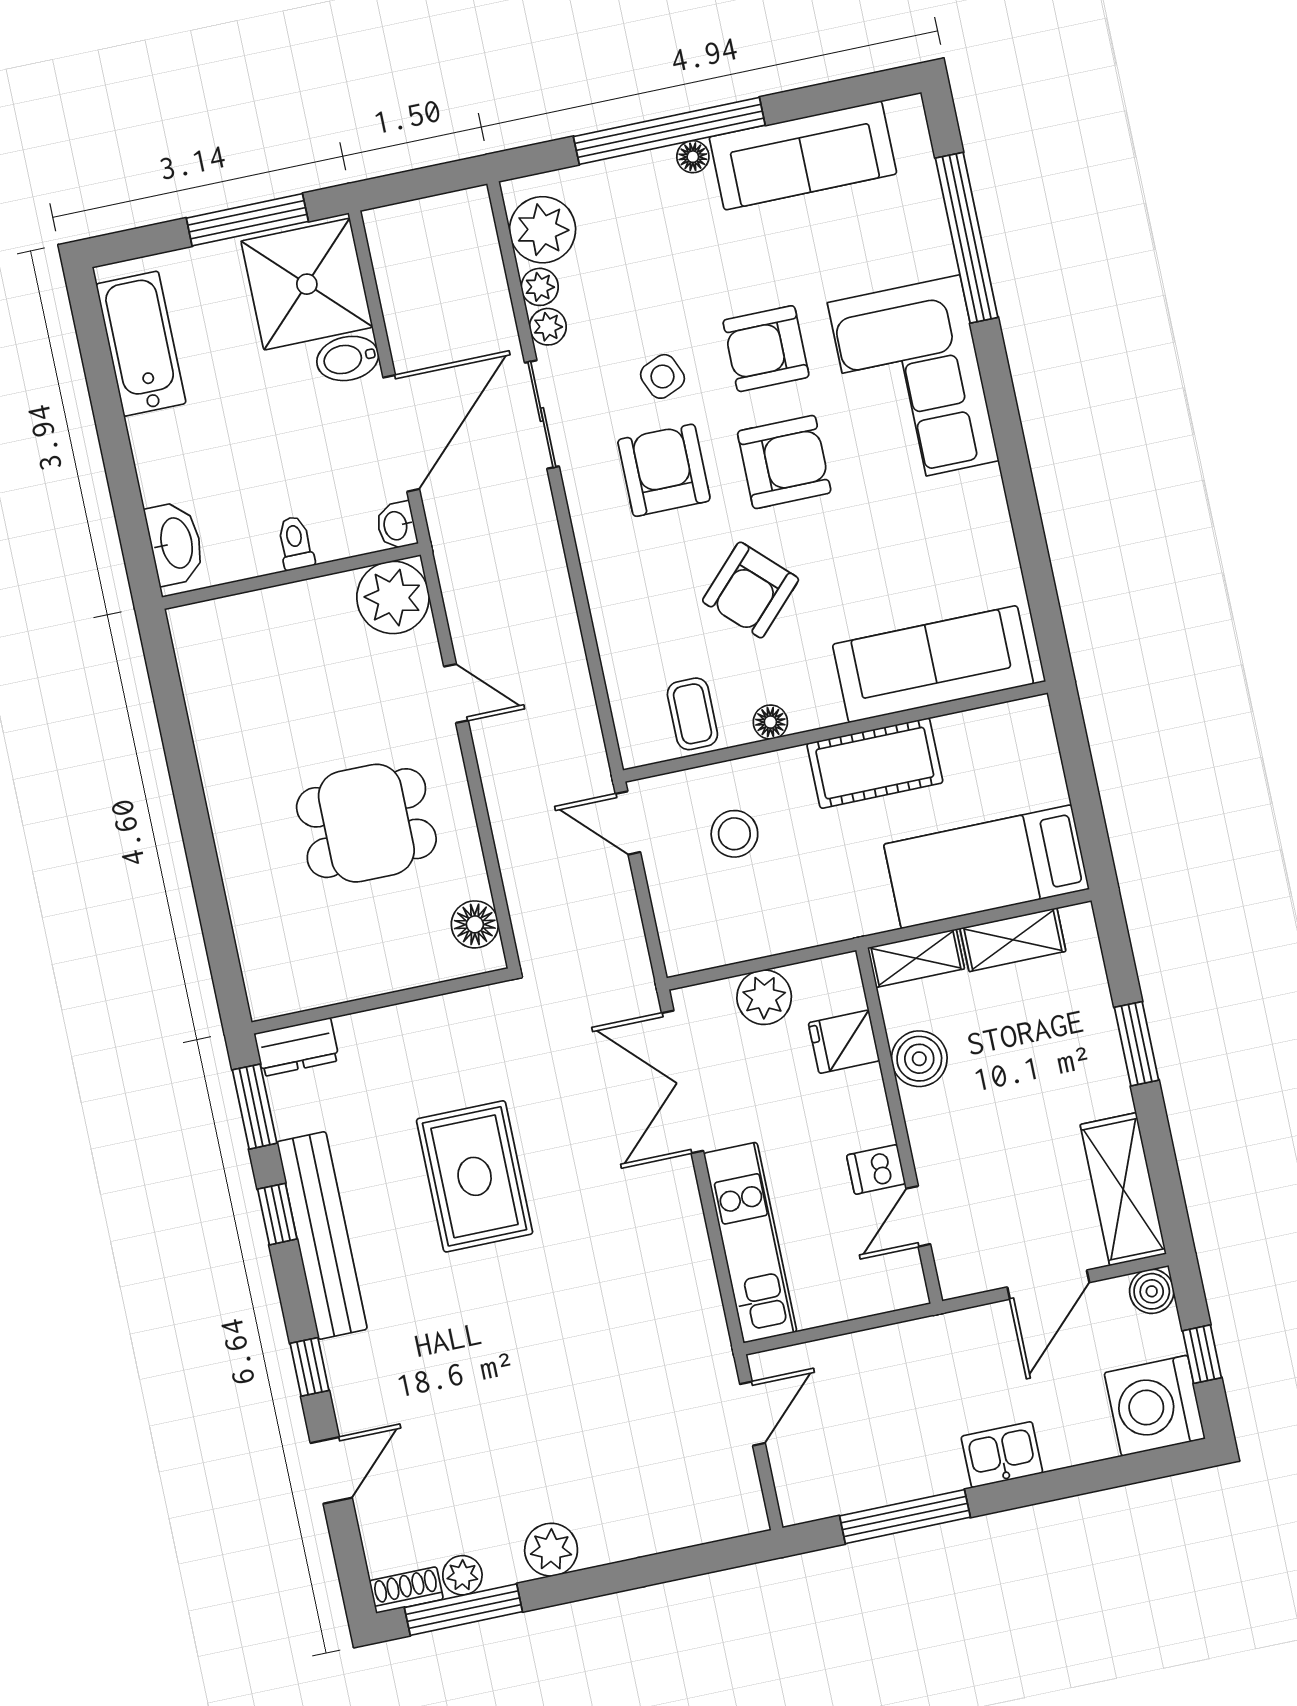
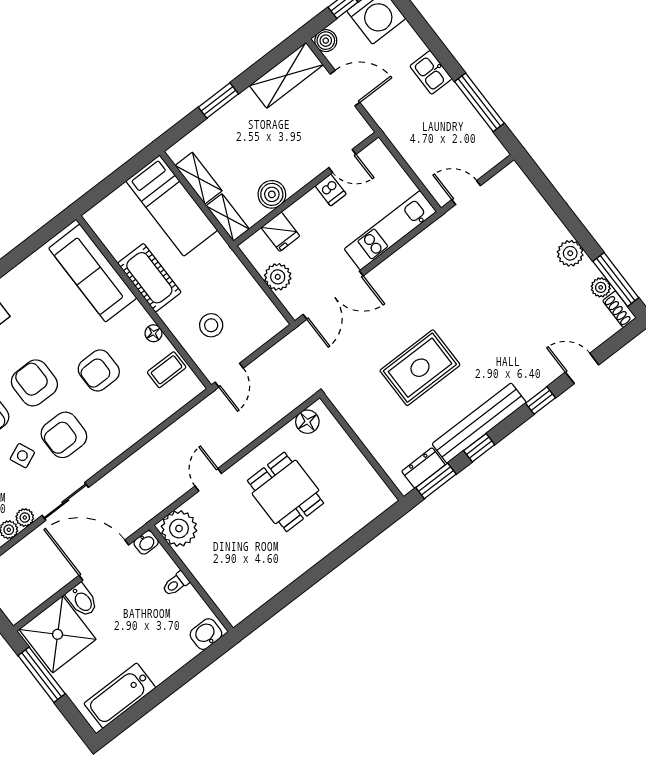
washbasin: (175, 543) -> (206, 634), width x0.72
armchair: (751, 590) -> (99, 370), turned 136
dresser: (297, 1047) -> (423, 468), moved, turned -90

